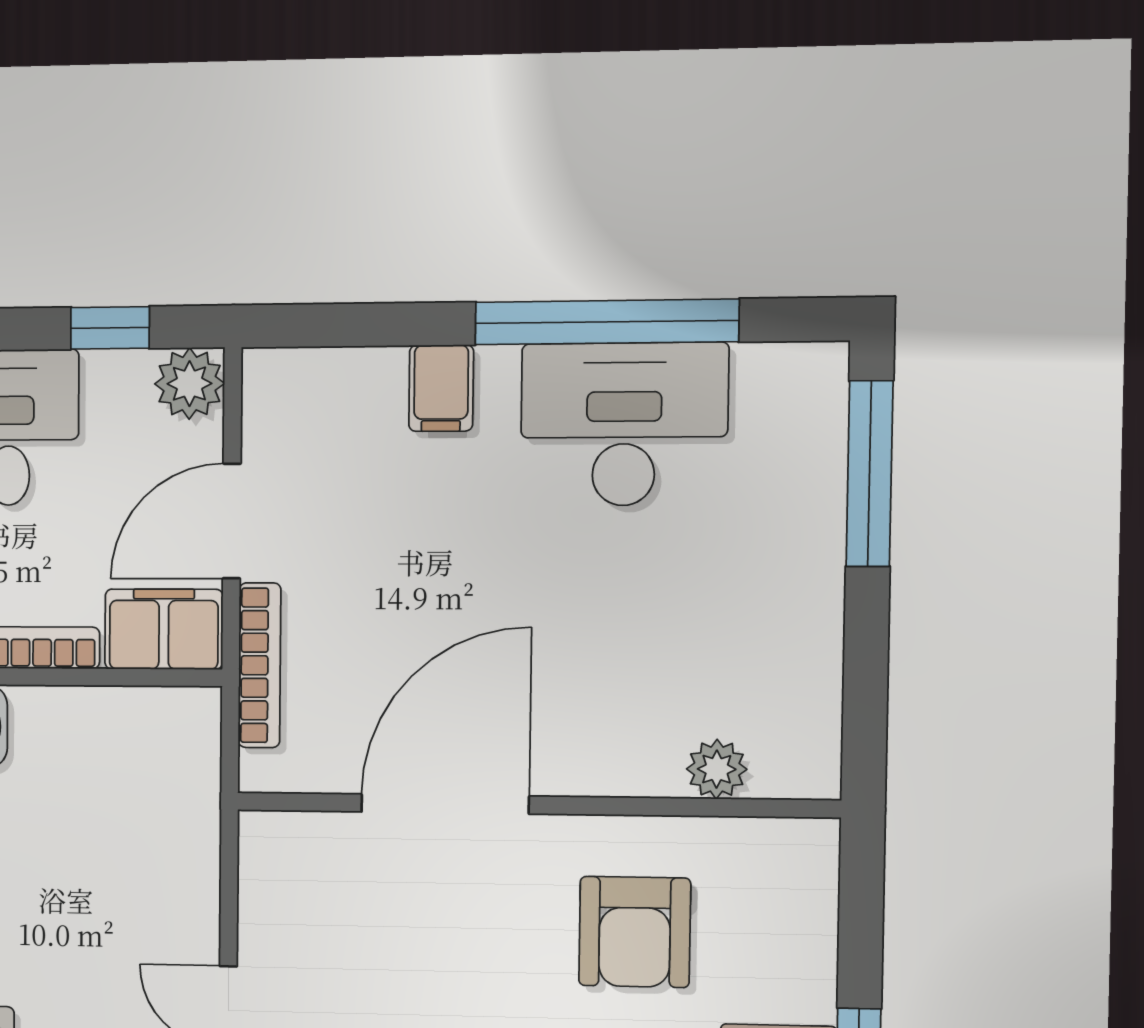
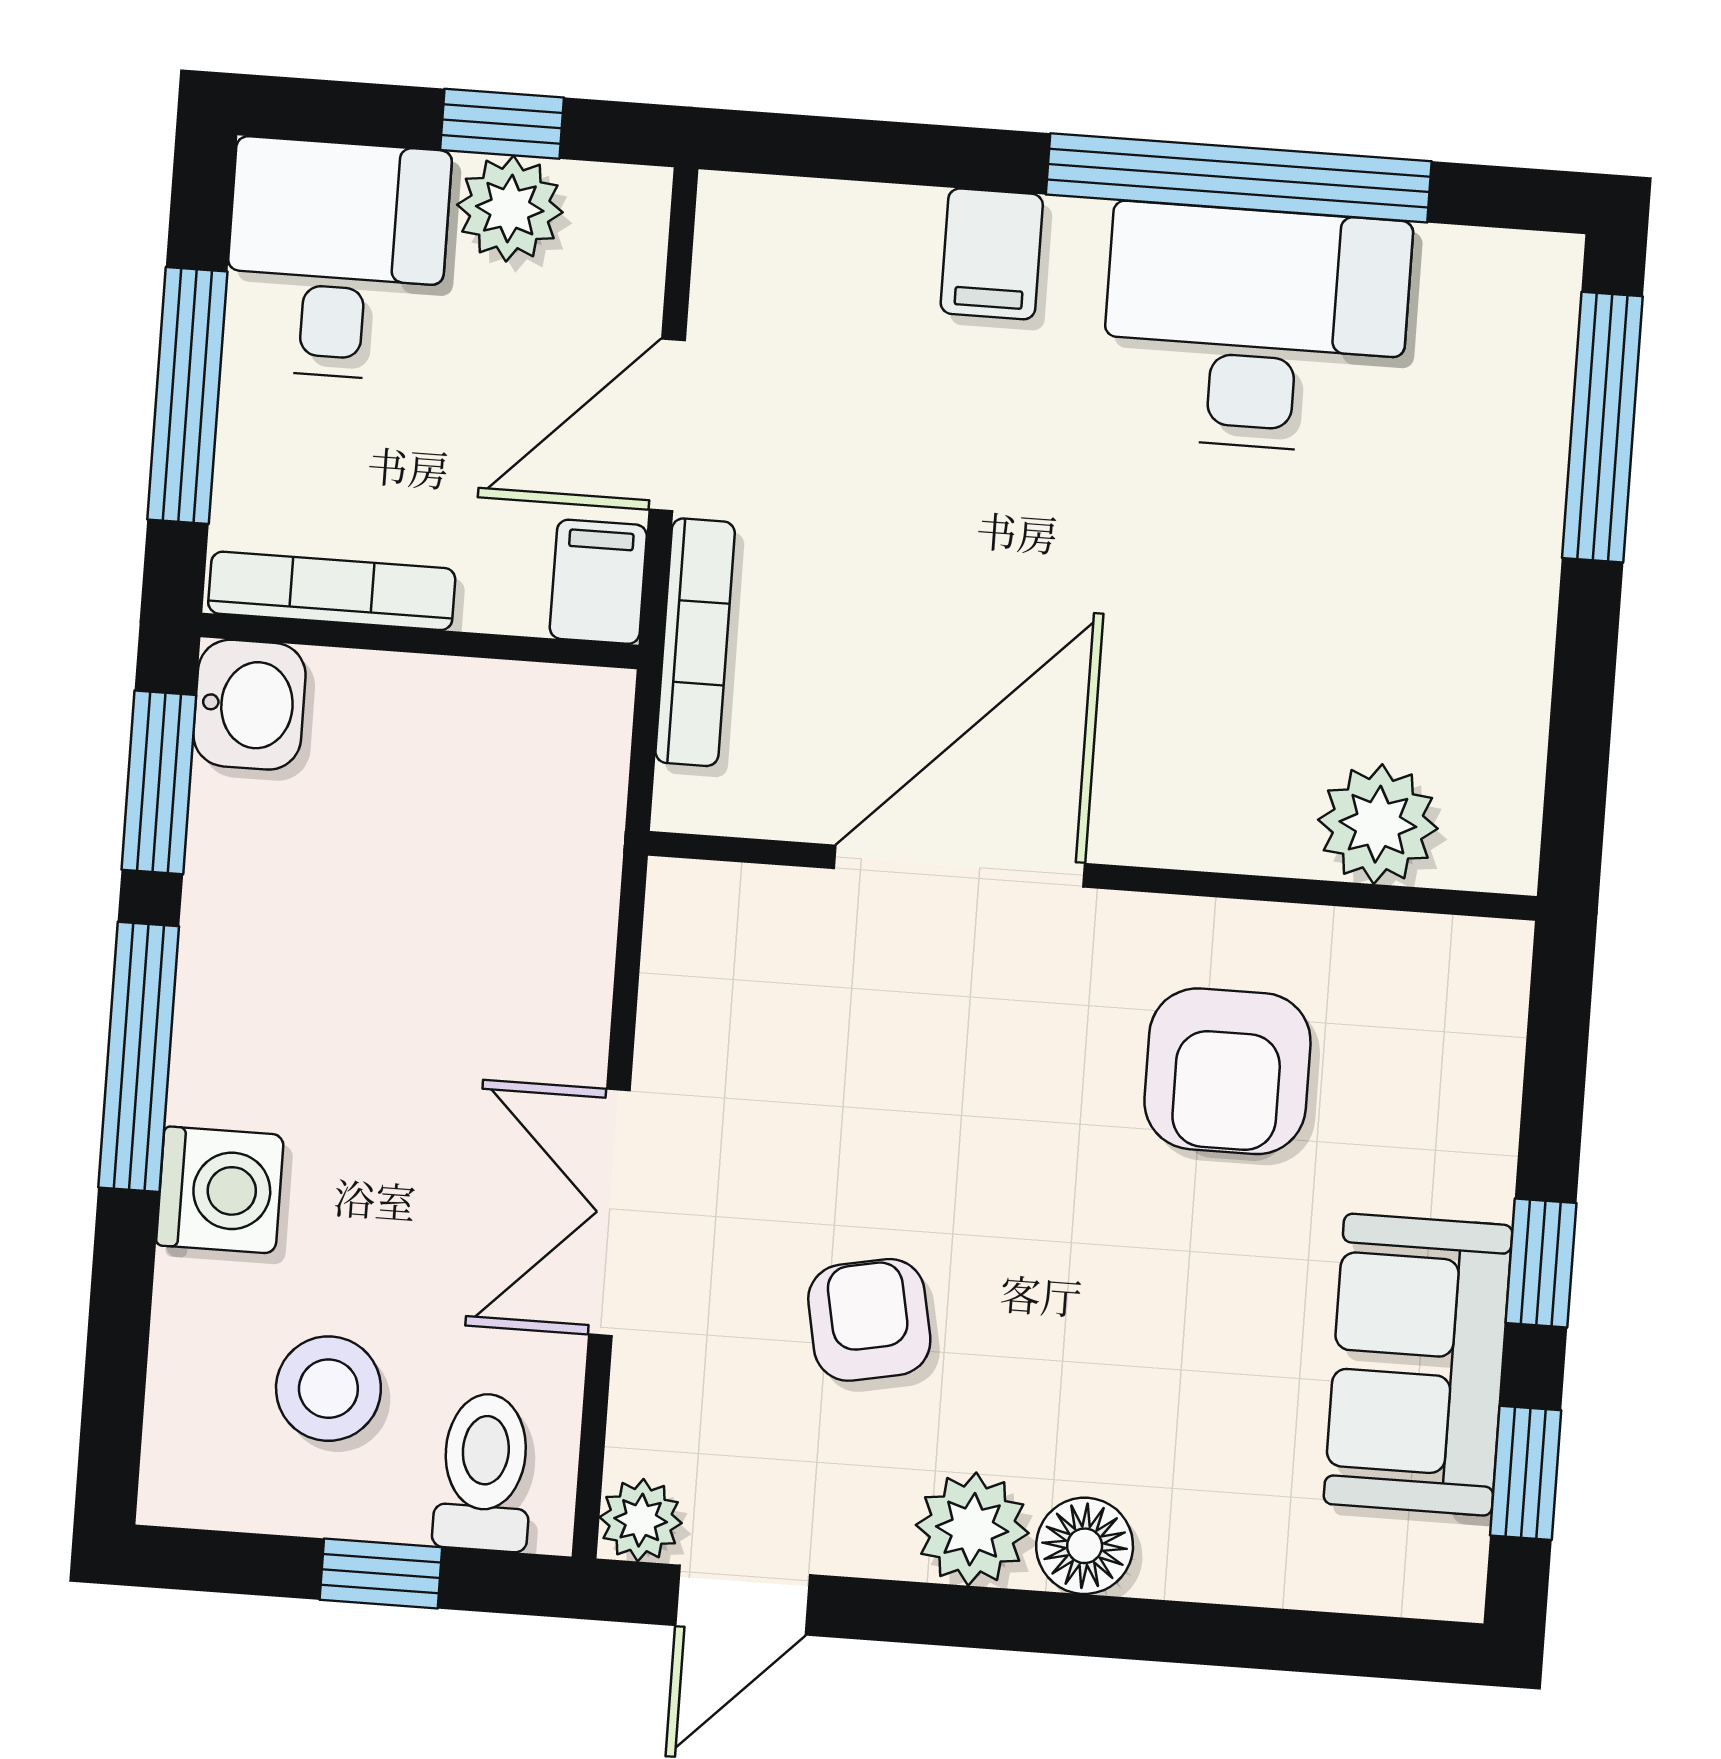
plant: (189, 384) -> (510, 209), moved
filing cabinet: (164, 629) -> (598, 582), width x0.50
plant: (717, 769) -> (1378, 824), width x1.38, depth x1.38

